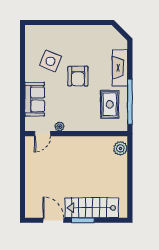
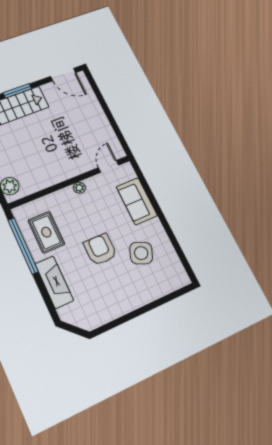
plant: (59, 127) -> (79, 188), moved
door: (53, 220) -> (63, 75), moved

